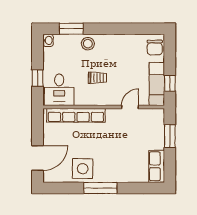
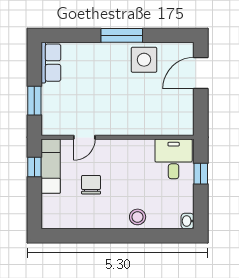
window: (71, 29) -> (158, 236), removed
chair: (155, 47) -> (91, 185), moved
trolley: (97, 78) -> (125, 174), removed
row of seats: (76, 115) -> (153, 127), removed

